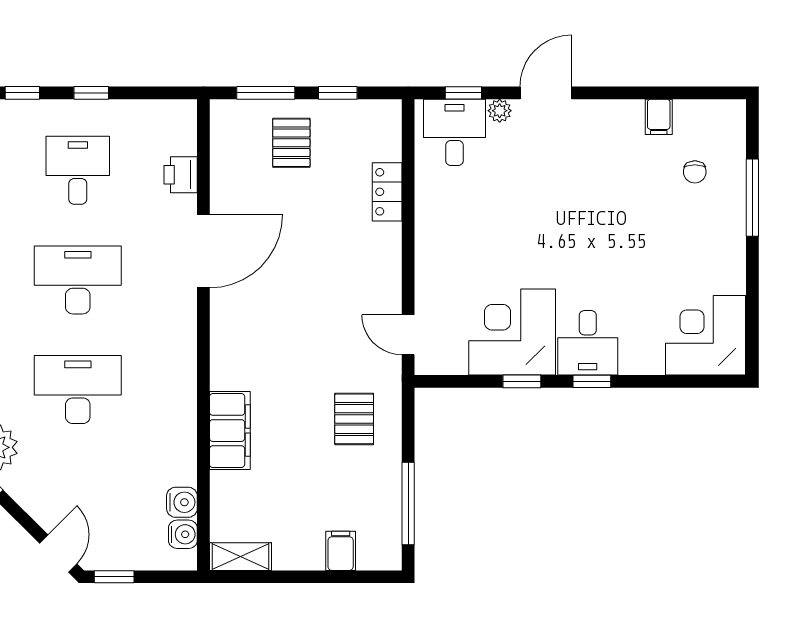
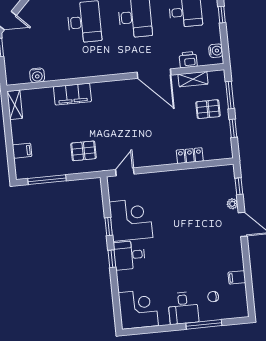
desk: (455, 132) -> (183, 308), moved, turned 90
shelving: (224, 169) -> (193, 79), added
water cooler: (183, 534) -> (216, 51), moved, turned -90

